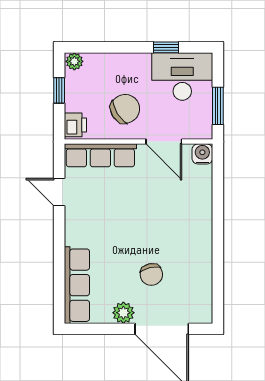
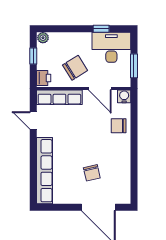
chair: (194, 200) -> (119, 126), added
row of seats: (77, 285) -> (45, 171), width x1.36
plant: (123, 313) -> (74, 197), removed

